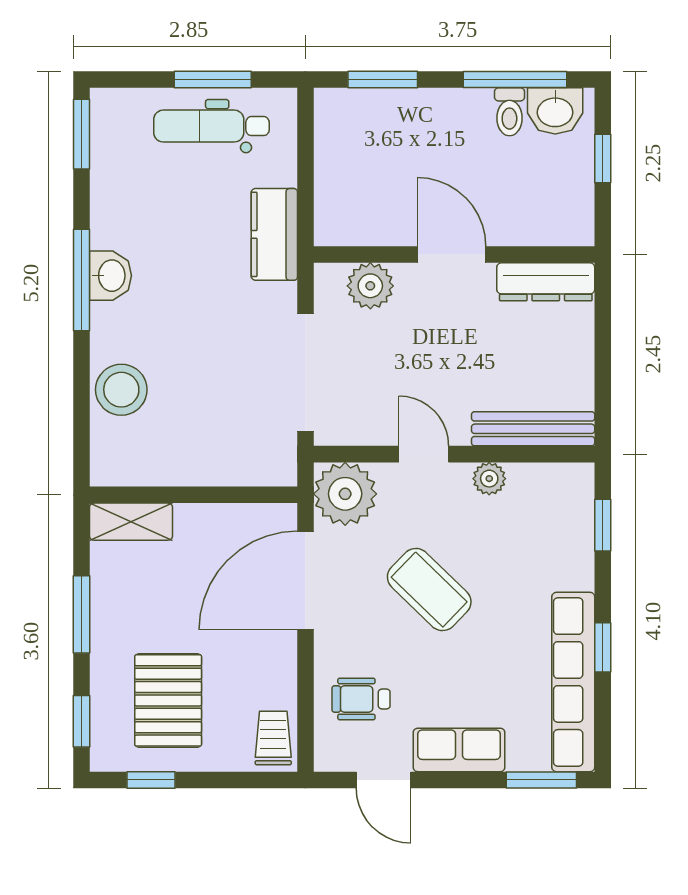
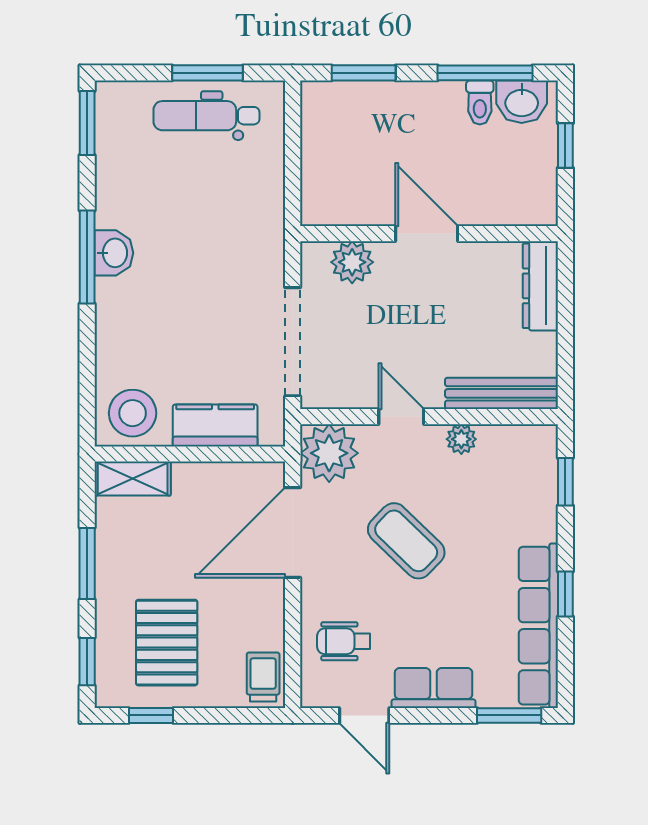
kitchen counter: (274, 234) -> (215, 425), moved, turned 90
dresser: (546, 282) -> (540, 286), moved, turned 90
stool: (121, 390) -> (133, 413), moved

